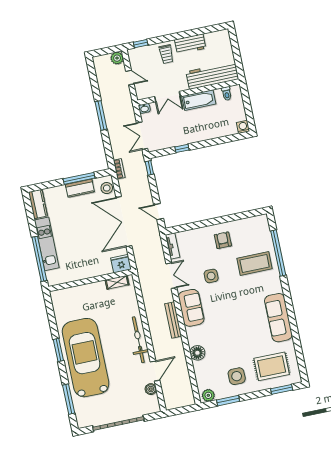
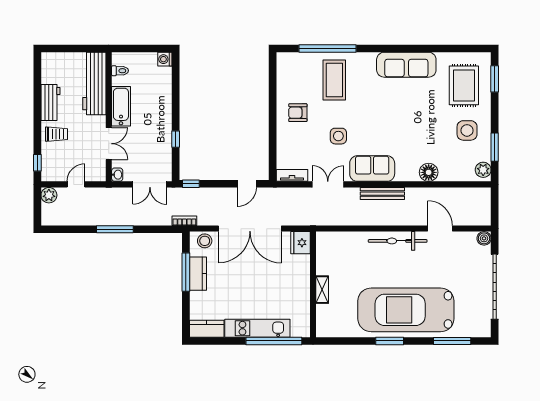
shelving: (117, 282) -> (322, 290), moved
boiler: (151, 389) -> (484, 238), moved

